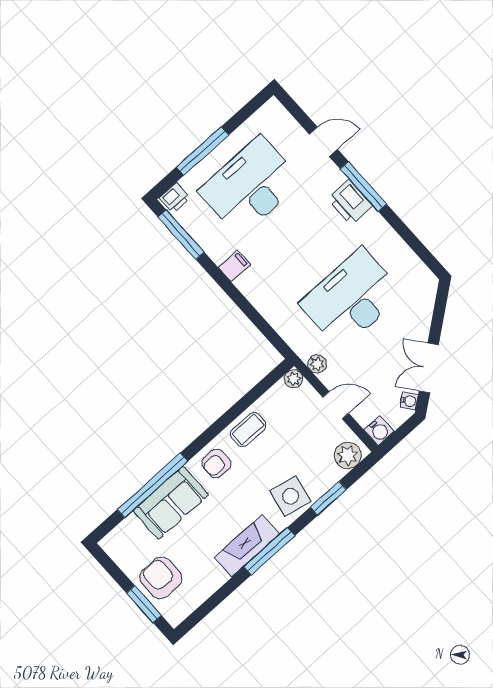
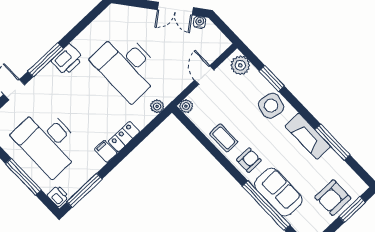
printer: (350, 202) -> (67, 60), moved
locker: (254, 292) -> (124, 137), added
plant: (317, 364) -> (157, 106), moved
water cooler: (379, 431) -> (222, 43), removed
armchair: (216, 463) -> (249, 160), turned -90
window: (269, 551) -> (332, 142), moved

